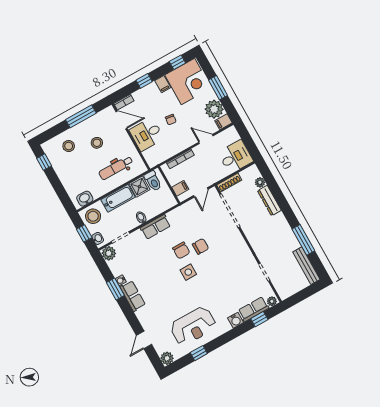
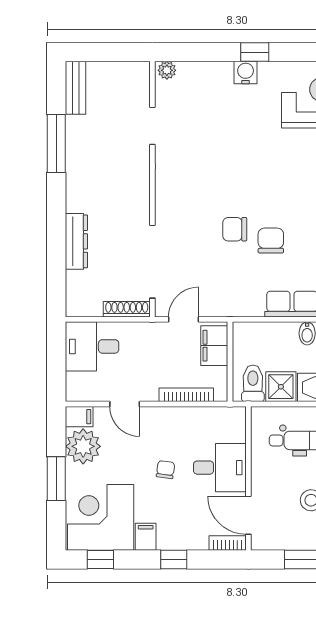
plant: (260, 182) -> (75, 281), removed
filing cabinet: (180, 188) -> (214, 346), width x2.00
bench: (306, 266) -> (76, 88), width x0.73
side table: (188, 272) -> (280, 198), removed
row of seats: (253, 309) -> (205, 74), removed
window: (259, 319) -> (255, 52), moved

